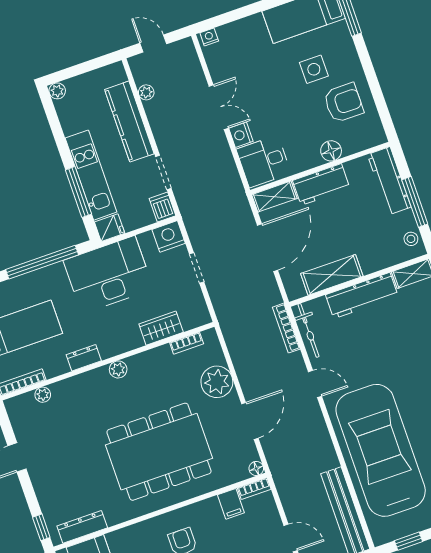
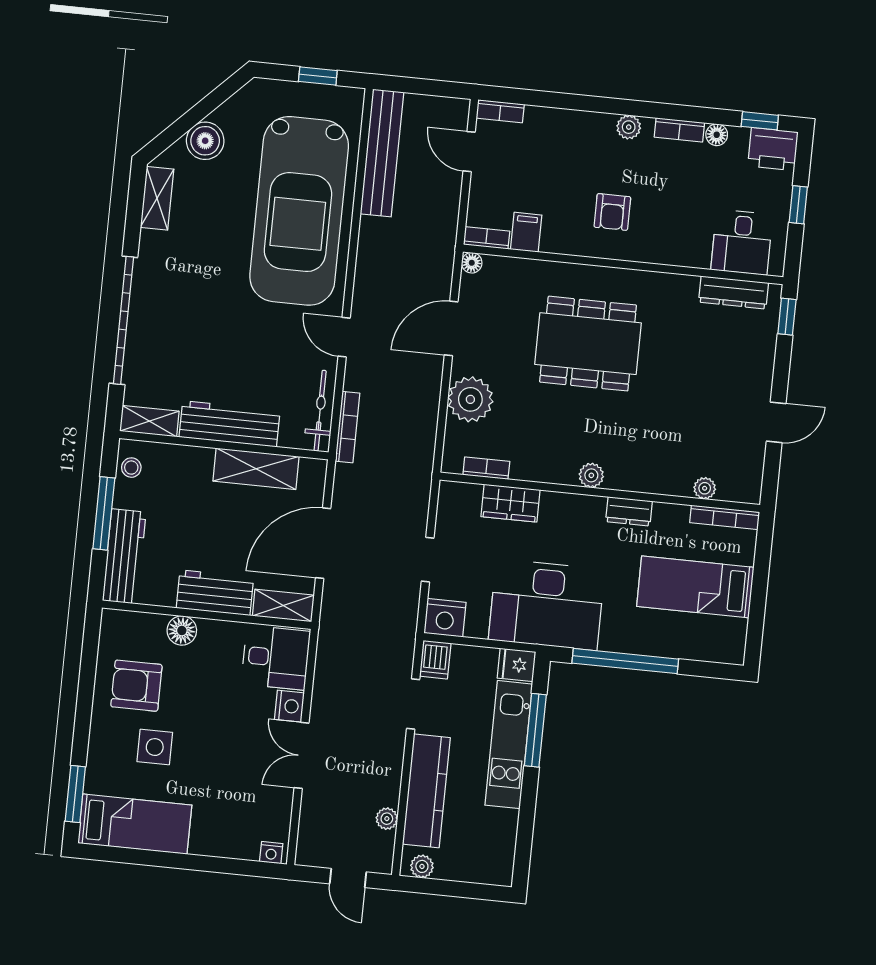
plant: (57, 91) -> (422, 866), moved
dining table: (159, 452) -> (588, 344), width x0.73, depth x0.80

